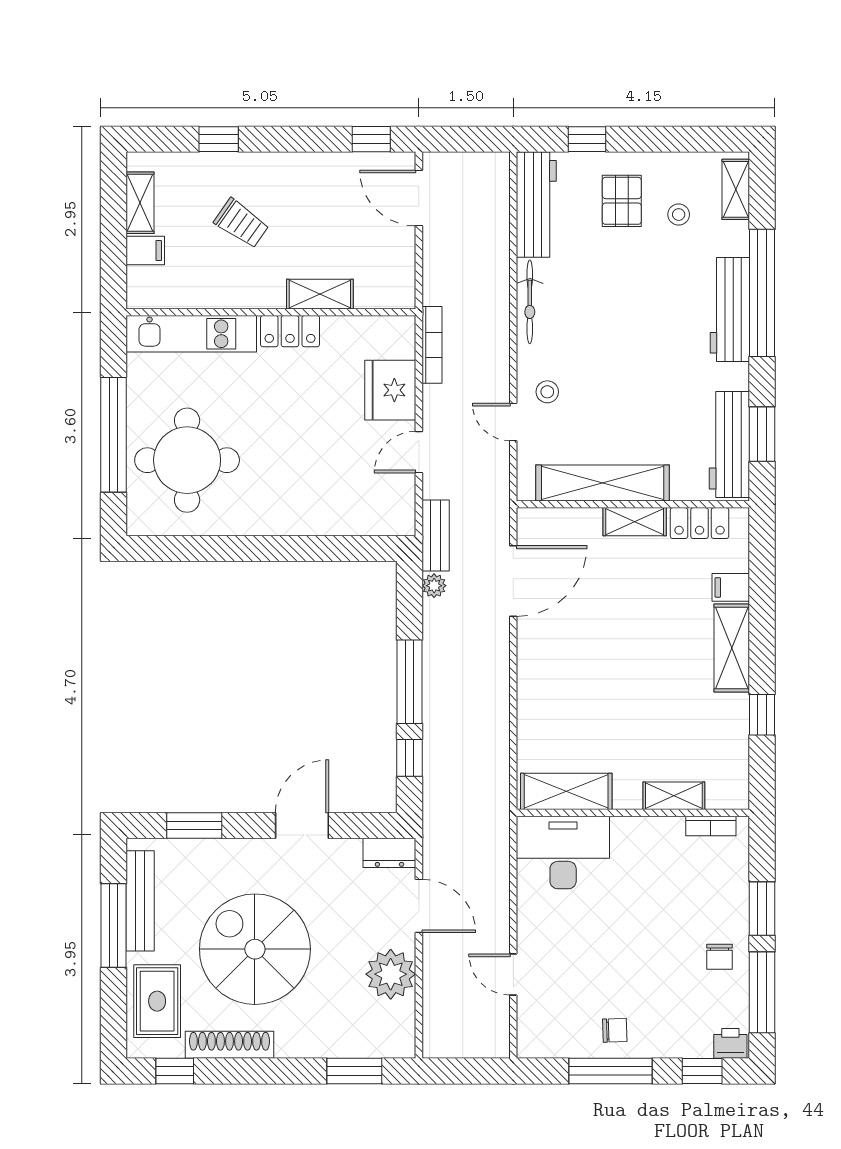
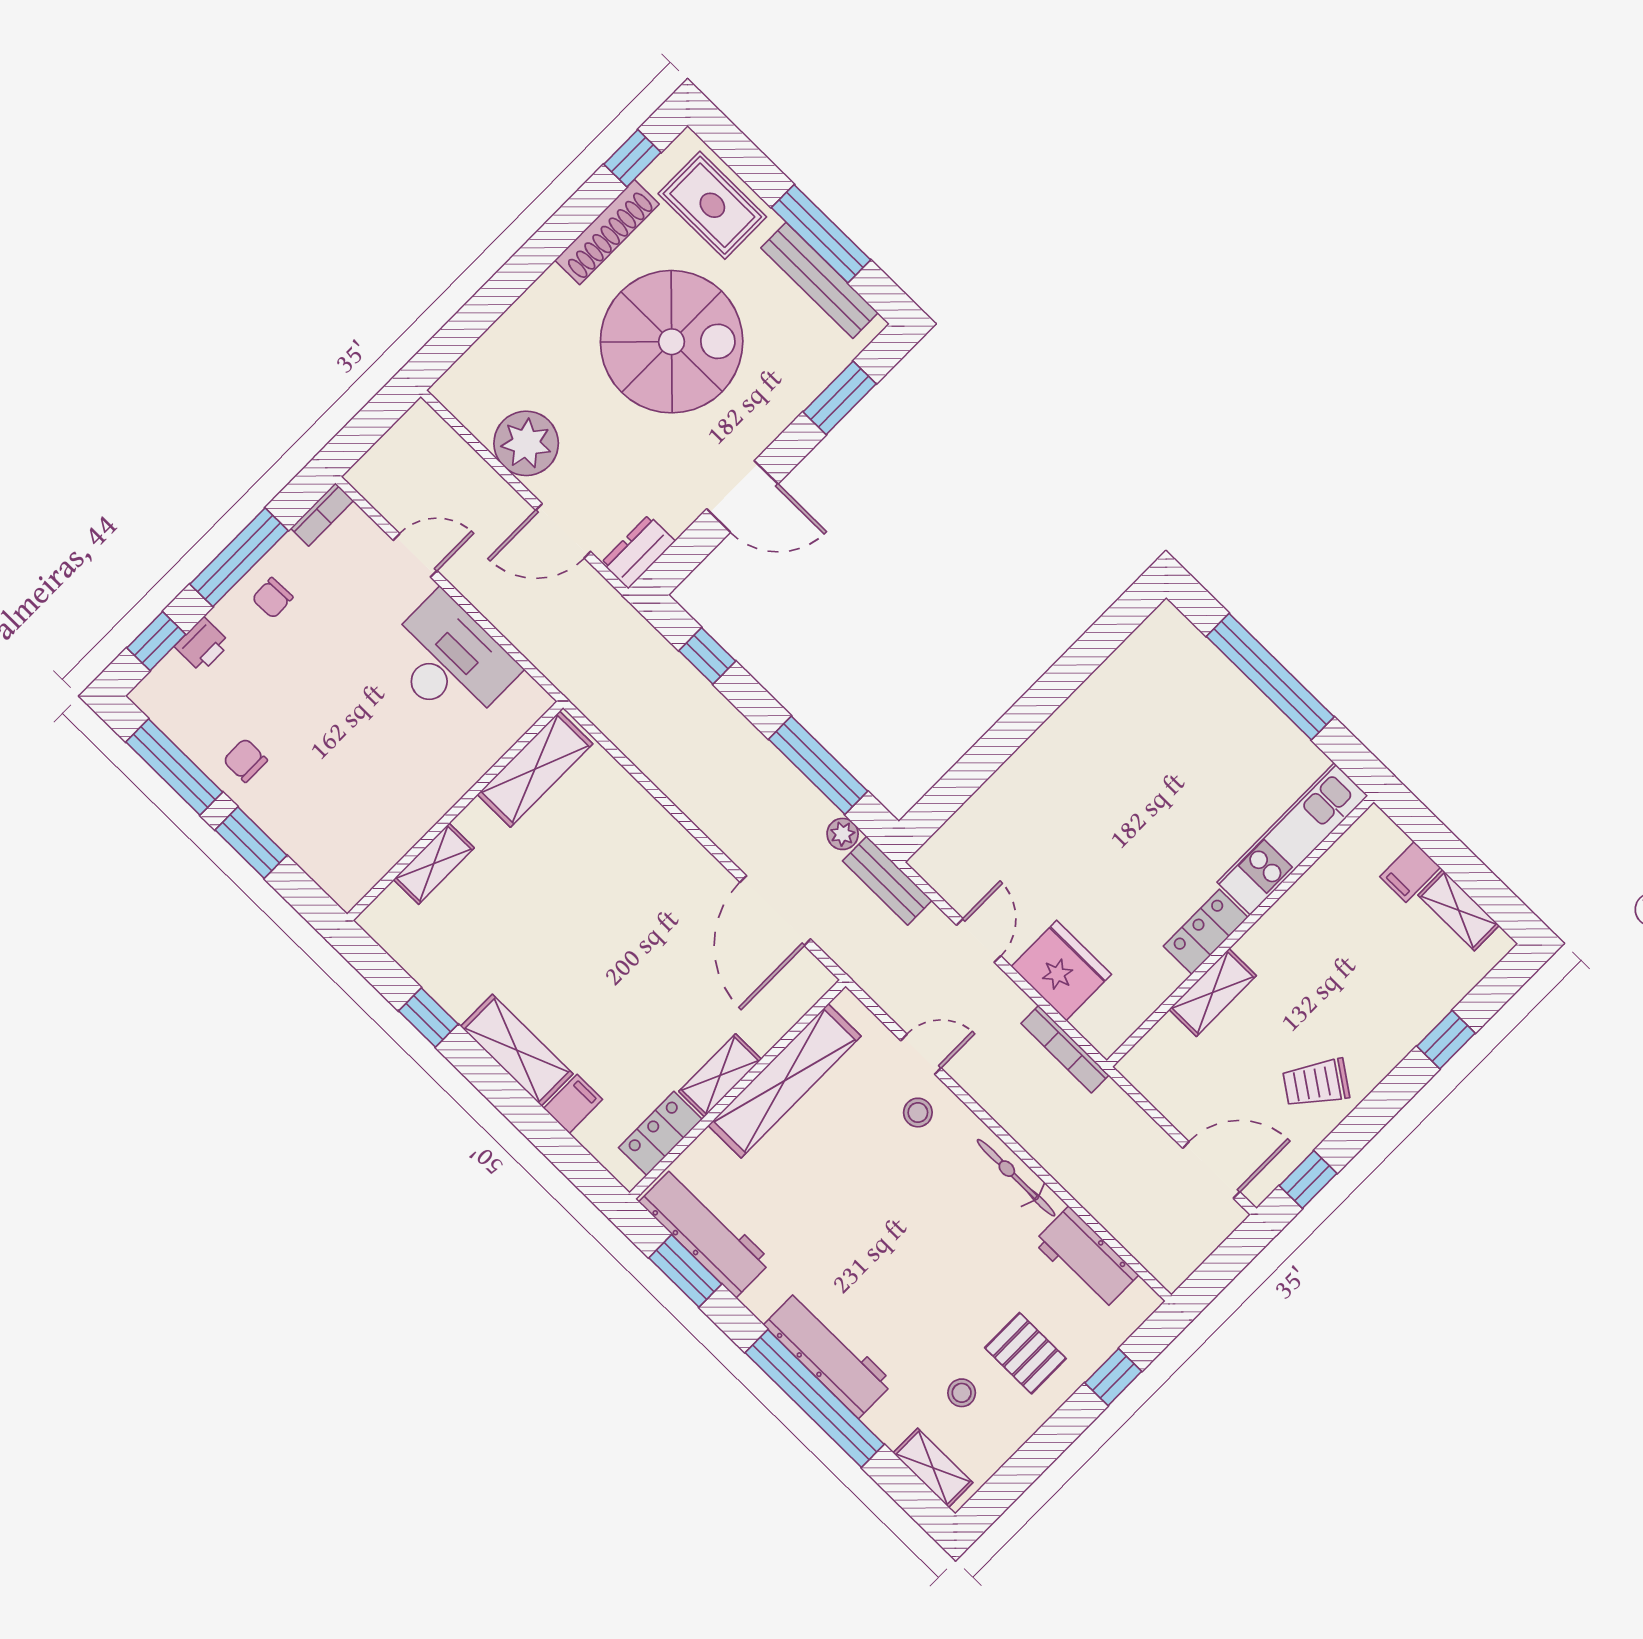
workbench: (536, 205) -> (1086, 1258), width x0.73
trolley: (241, 223) -> (1316, 1083), moved
round table: (187, 460) -> (1181, 721), removed
window: (409, 682) -> (818, 765), moved
door: (302, 825) -> (742, 496), hinge flipped
bookcase: (711, 826) -> (322, 514), moved, turned 180
desk: (563, 852) -> (450, 661), moved, turned -90
printer: (730, 1043) -> (202, 645), moved
window: (354, 1071) -> (470, 323), removed

